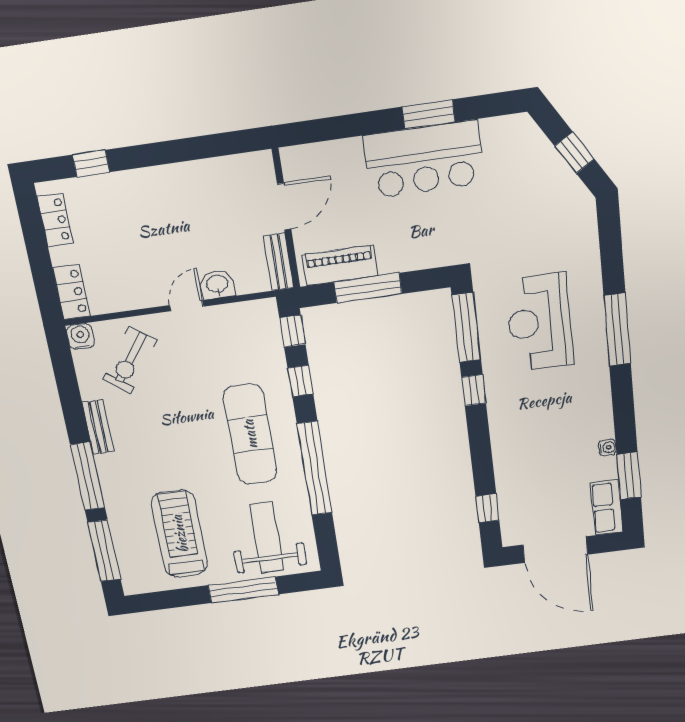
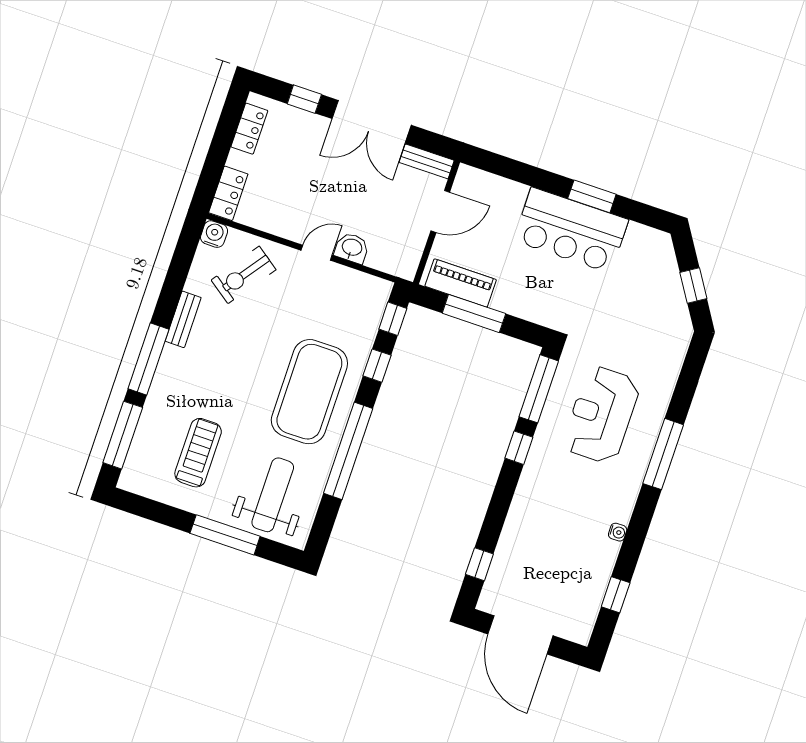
double door: (169, 152) -> (372, 122), added
bench: (279, 262) -> (427, 161), moved, turned 90
exercise mat: (250, 434) -> (309, 392), width x1.47
water cooler: (607, 448) -> (618, 532), moved
window: (629, 476) -> (616, 595), width x0.67
row of seats: (607, 507) -> (584, 616), removed
treadmill: (180, 534) -> (198, 453), width x0.73, depth x0.73

